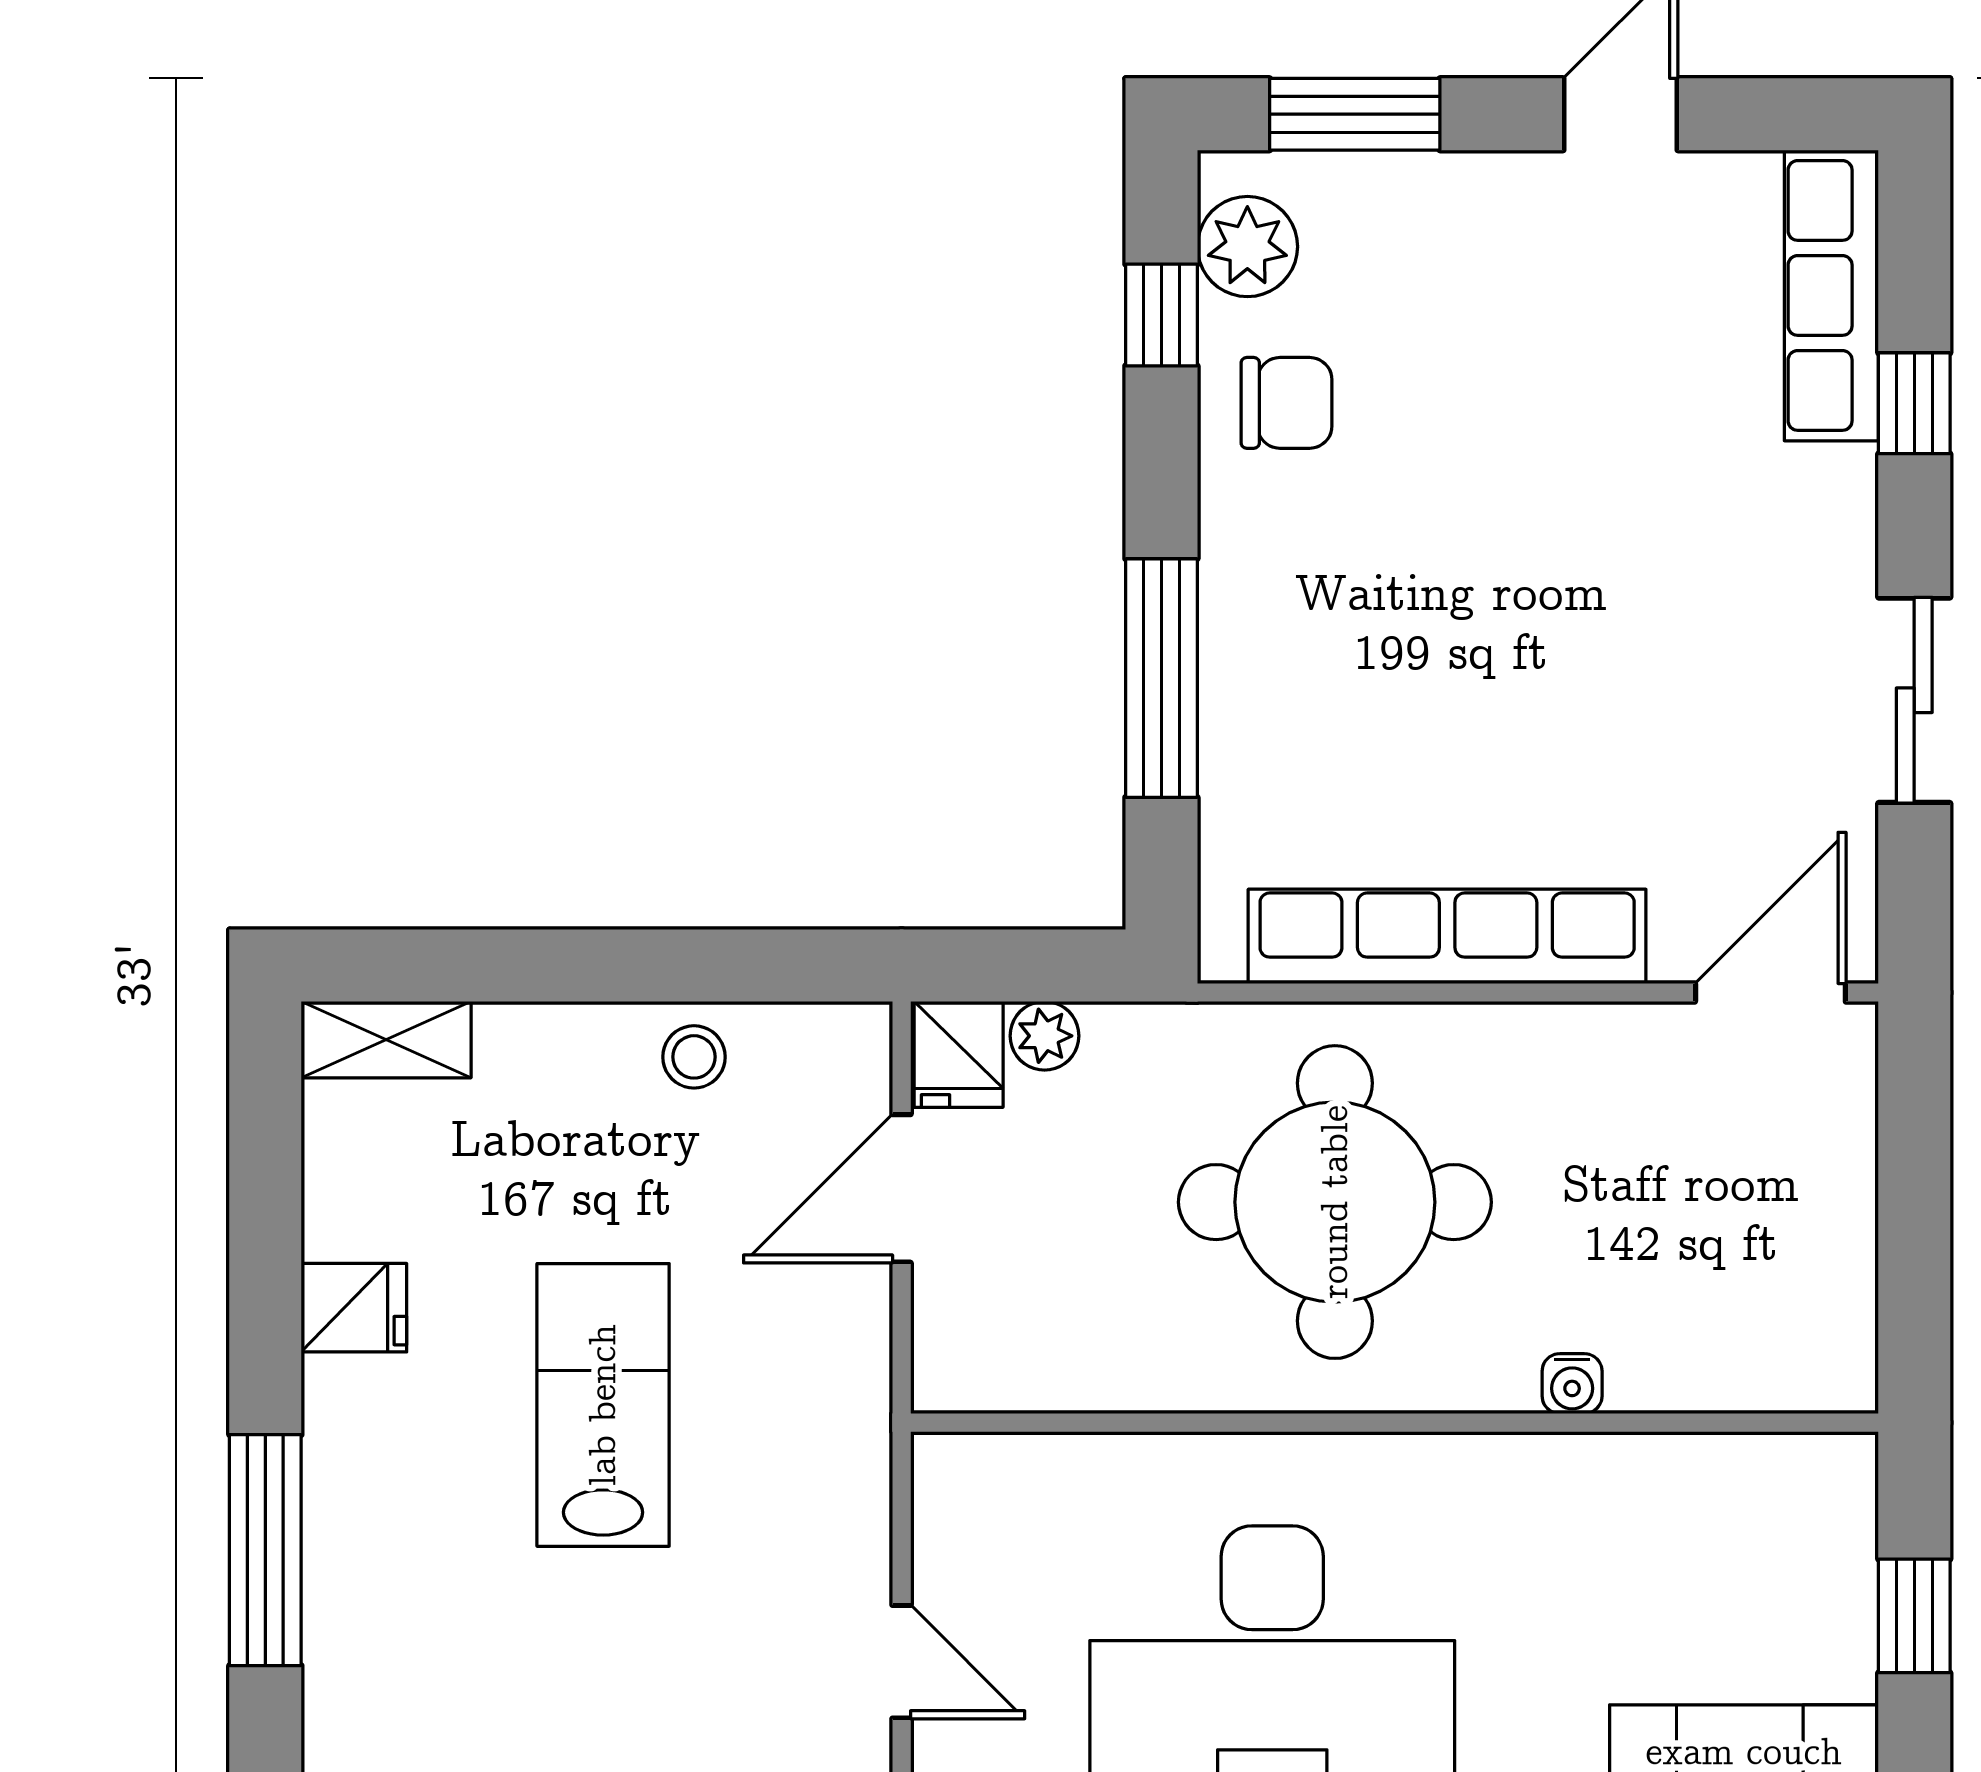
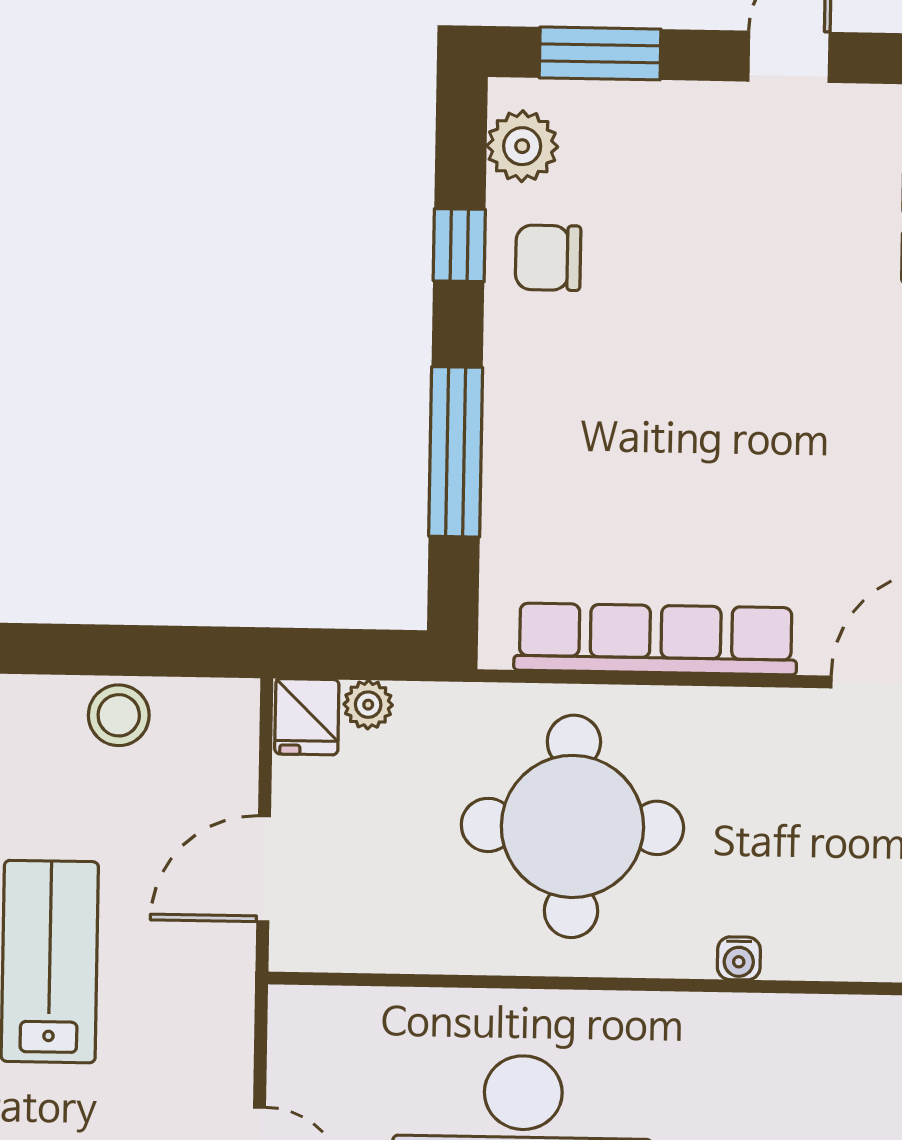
window: (1161, 315) -> (459, 245), moved
chair: (1287, 403) -> (548, 258), turned 180
stool: (694, 1057) -> (119, 715), width x1.37, depth x1.37
door: (902, 1188) -> (264, 869), moved

